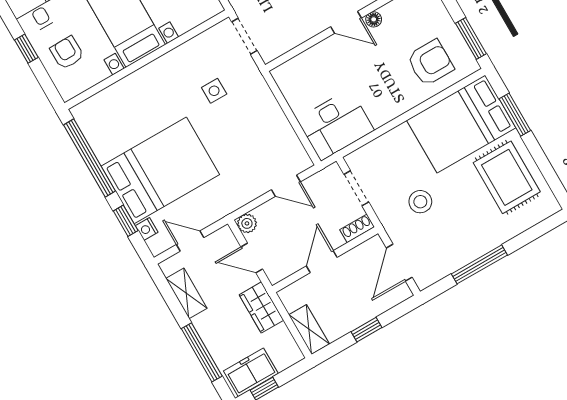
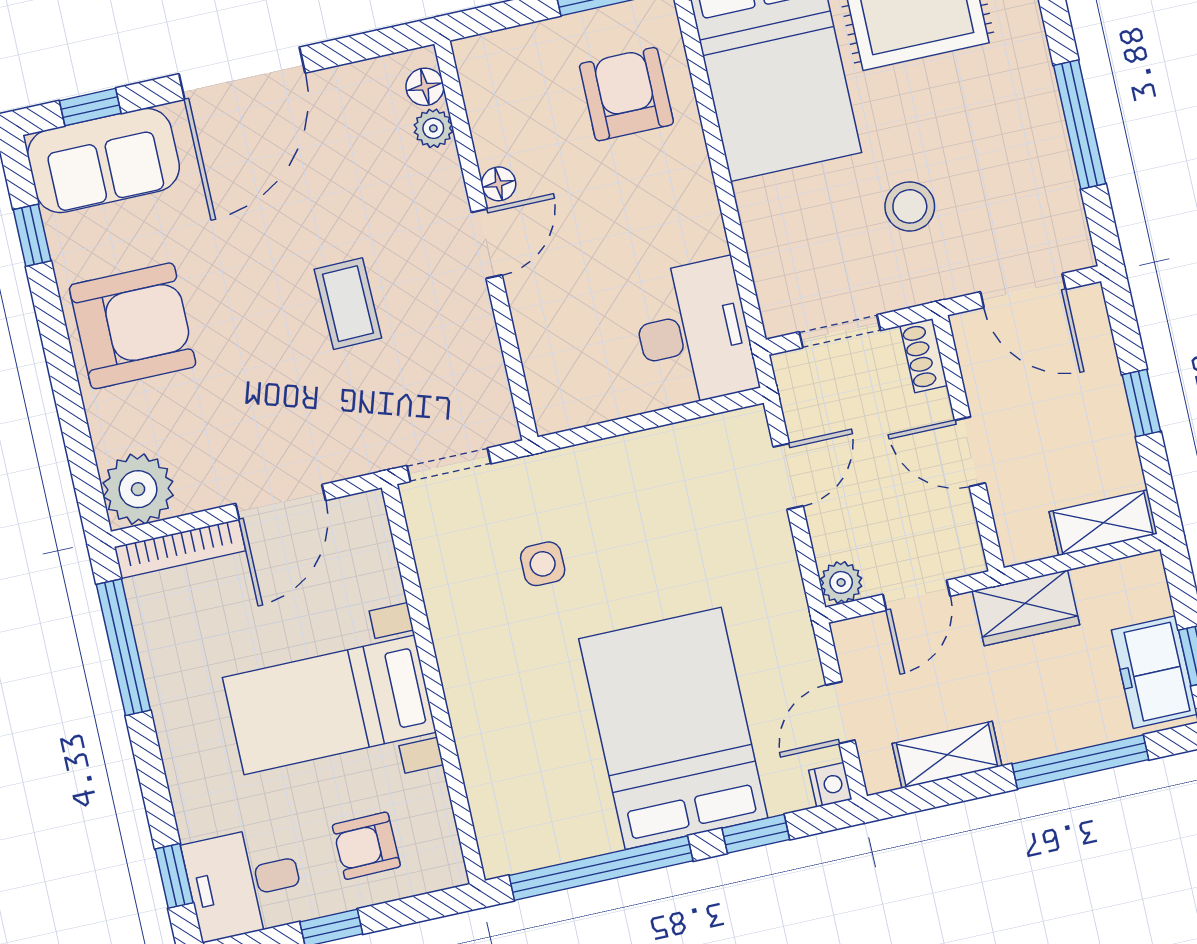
nightstand: (147, 229) -> (830, 785), moved, turned -90

